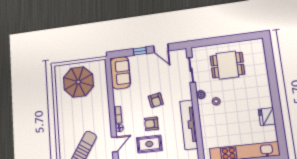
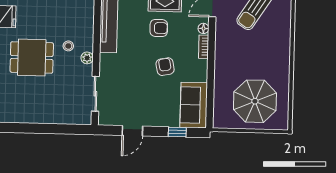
door: (161, 48) -> (132, 131), swing flipped
window: (140, 51) -> (177, 132), moved
dining table: (227, 65) -> (32, 57), moved
armchair: (156, 100) -> (165, 67), moved

